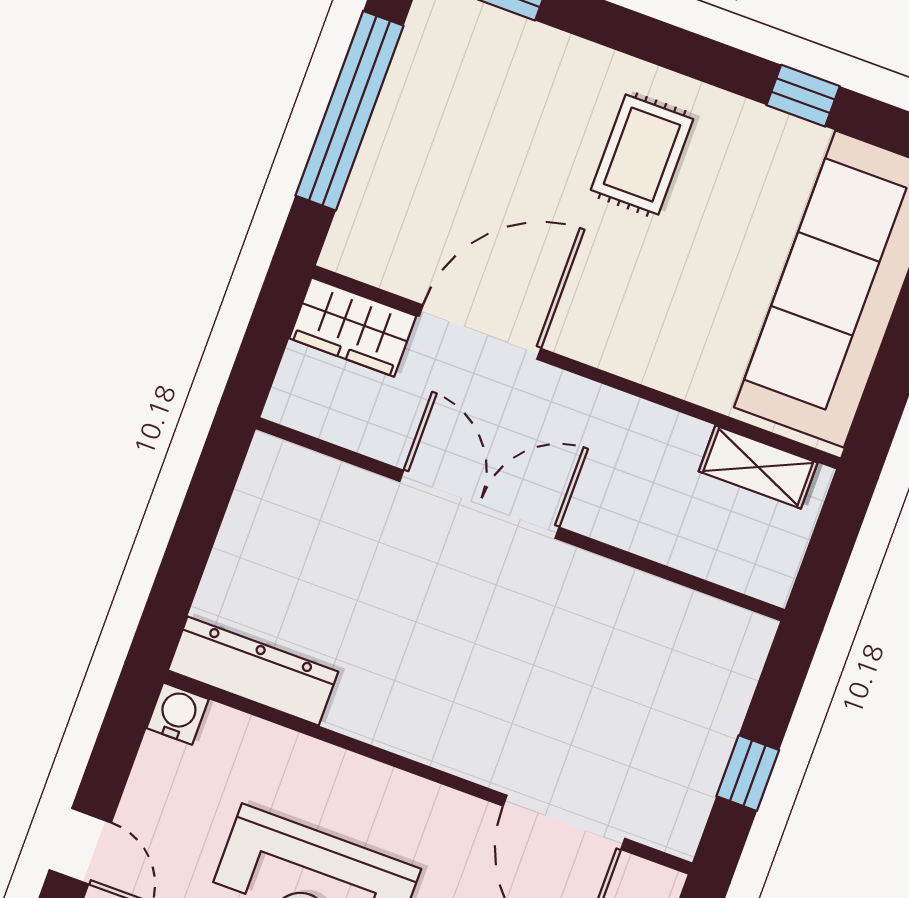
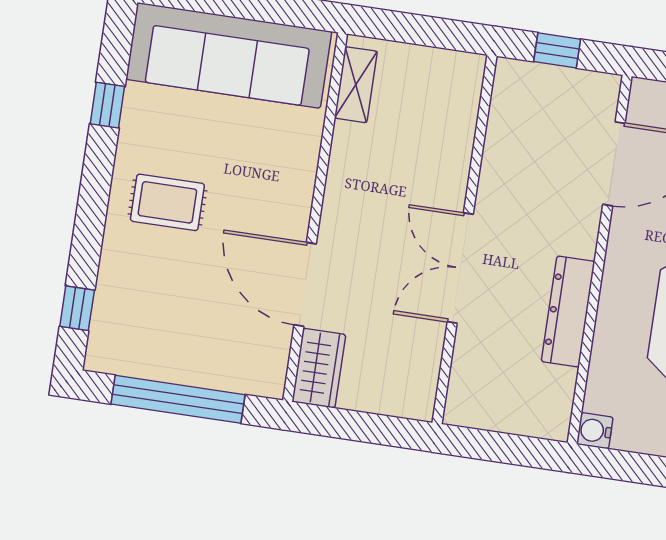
double door: (479, 504) -> (460, 268), moved
wall: (520, 519) -> (464, 239), moved
dresser: (253, 671) -> (568, 311), moved

